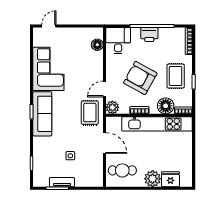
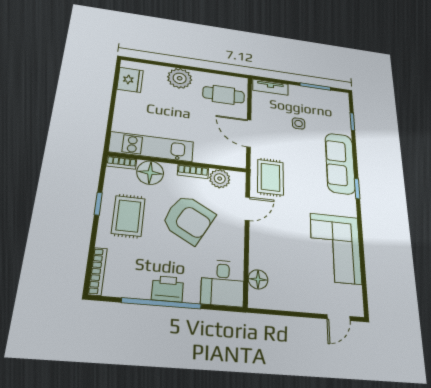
plant: (112, 107) -> (220, 179), moved
sofa: (42, 114) -> (340, 163), moved
kitchen unit: (157, 124) -> (151, 147), width x0.73
fridge: (170, 179) -> (130, 80), moved, turned -90
tv unit: (62, 182) -> (270, 87), moved

